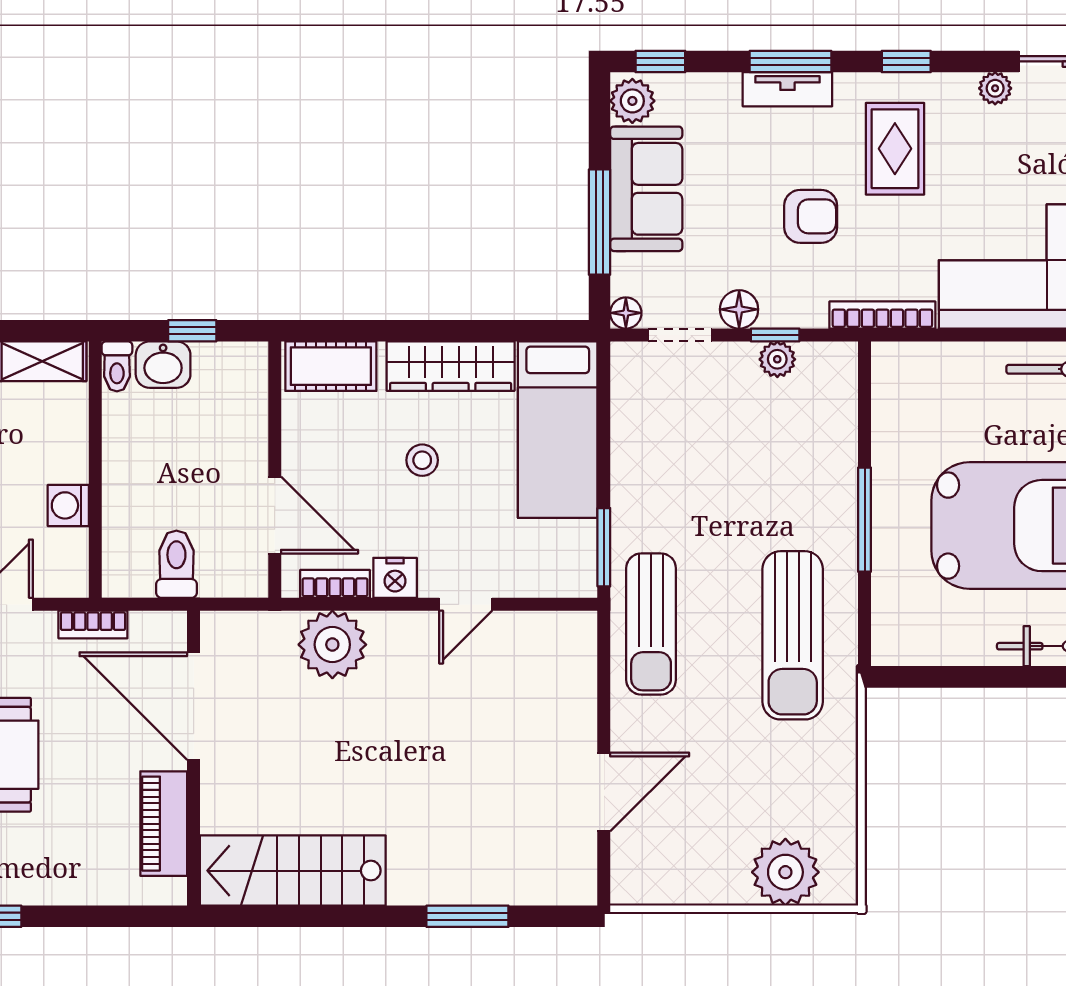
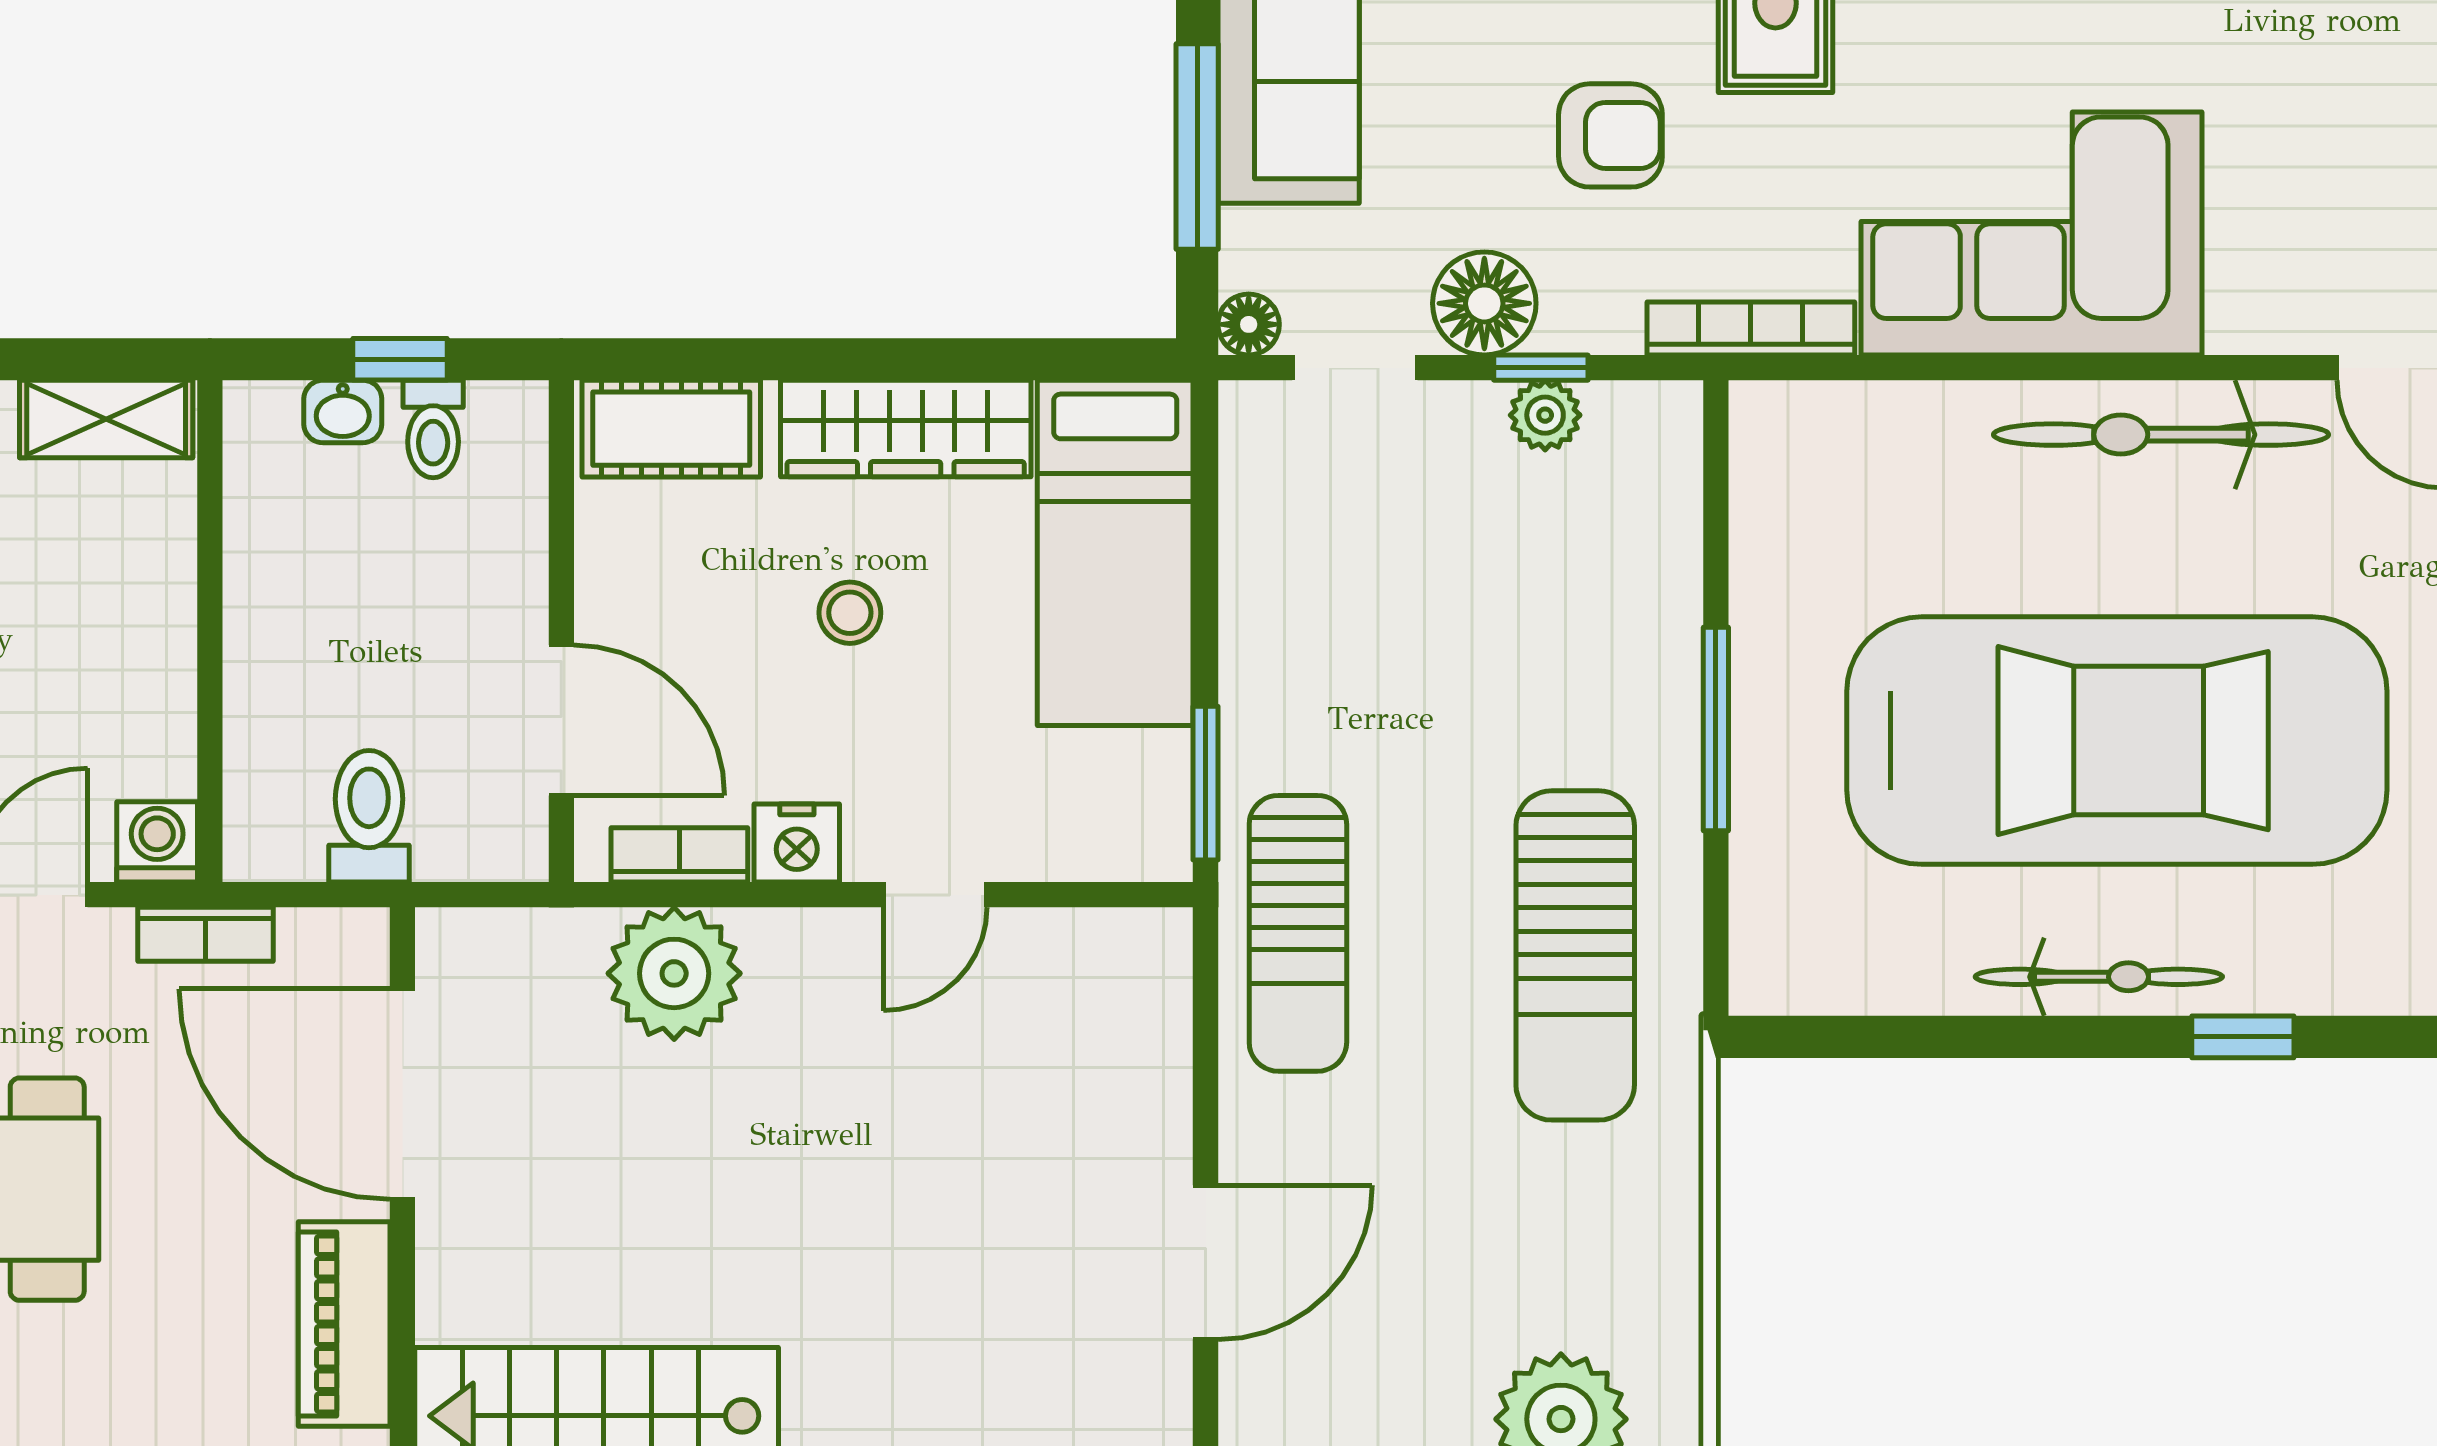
floor lamp: (739, 309) -> (1484, 303), width x1.38, depth x1.38
washbasin: (163, 365) -> (343, 411), width x0.72, depth x0.69
toilet: (117, 366) -> (433, 429), moved
washing machine: (68, 505) -> (157, 842), moved, turned 90

